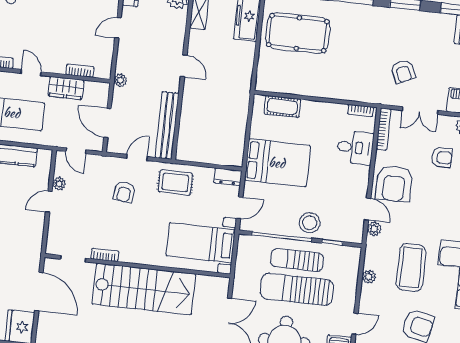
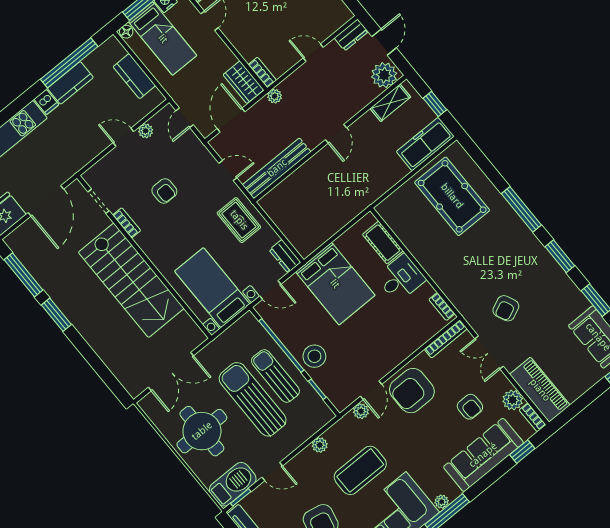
bookcase: (80, 71) -> (262, 72), moved
wardrobe: (66, 88) -> (243, 82), moved
desk: (355, 148) -> (401, 278), moved, turned -90
armchair: (124, 192) -> (164, 191), moved, turned -97

